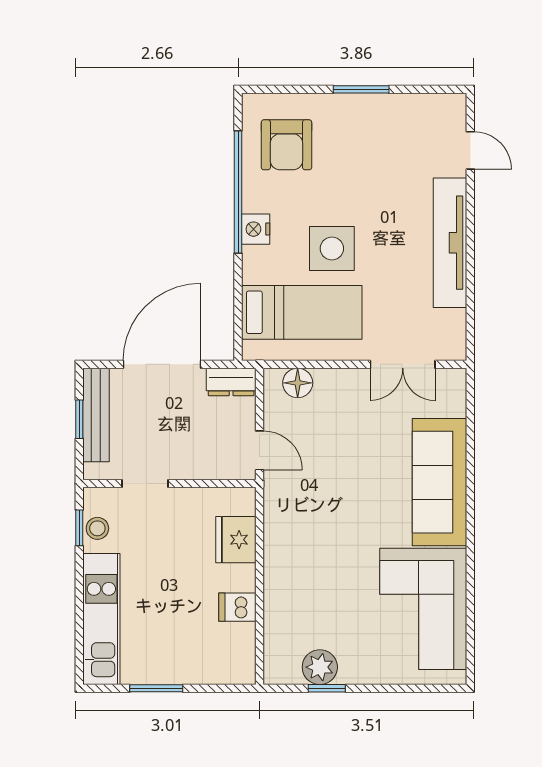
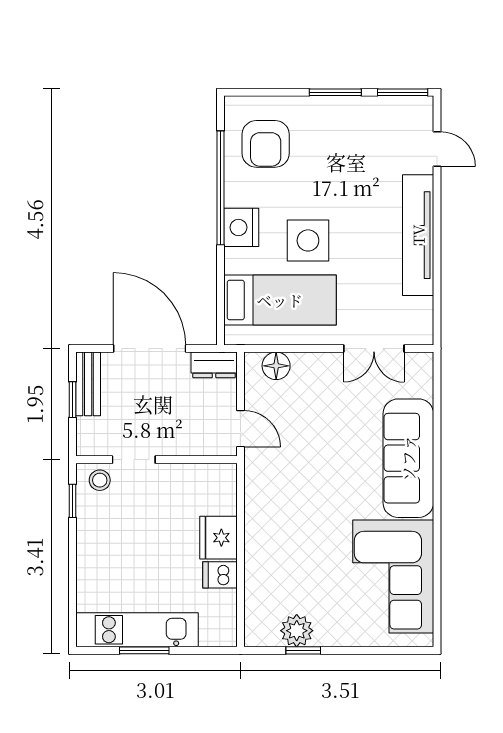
window: (433, 89) -> (403, 92), added
nightstand: (256, 229) -> (241, 227), width x1.36, depth x1.33
door: (162, 364) -> (150, 349), hinge flipped
bench: (96, 415) -> (88, 384), width x0.73
stool: (97, 528) -> (100, 480), moved
fridge: (236, 540) -> (218, 538), moved
kitchen unit: (101, 619) -> (137, 630), moved, turned -90

